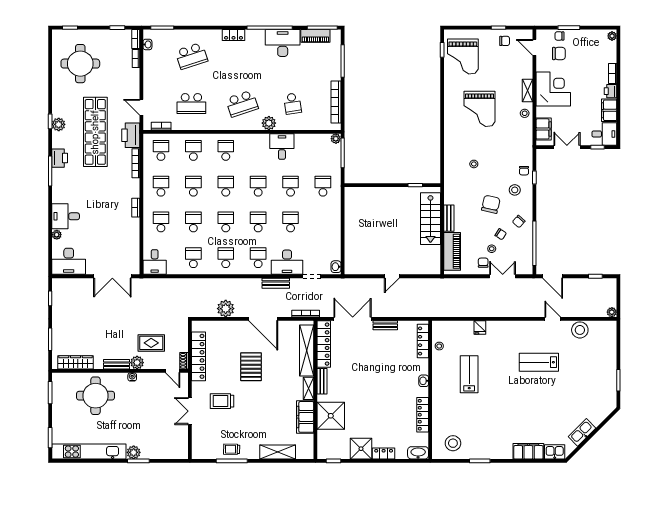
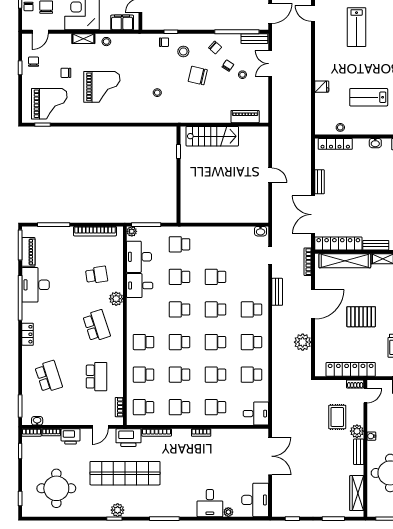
printer: (60, 158) -> (71, 436), moved, turned 180
bench: (449, 218) -> (254, 39), moved
piano: (452, 251) -> (245, 117), width x0.73, depth x0.75
desk: (287, 262) -> (139, 257), moved, turned 180
chair: (483, 263) -> (66, 73), moved
door: (553, 319) -> (313, 13), hinge flipped

